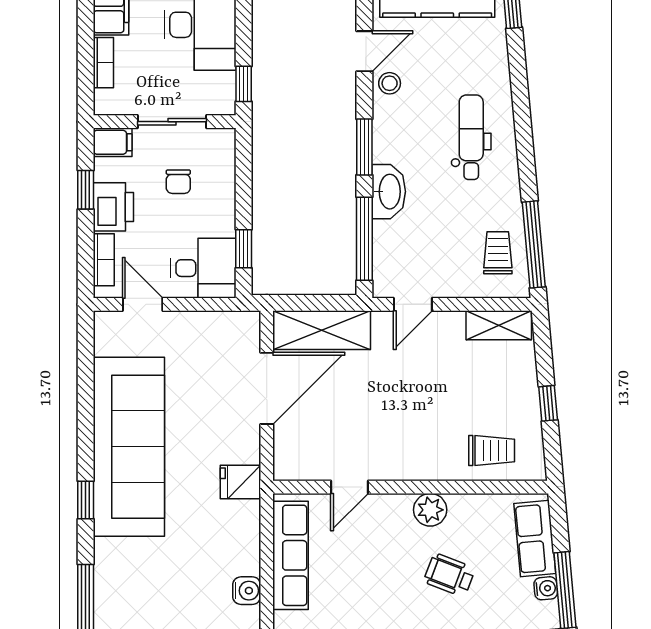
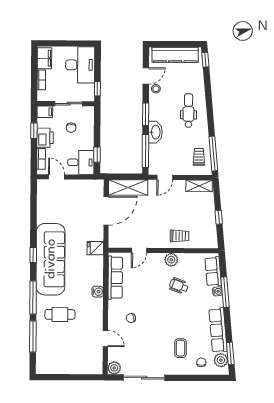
sofa: (129, 447) -> (51, 259), moved
trolley: (492, 450) -> (180, 236), moved

